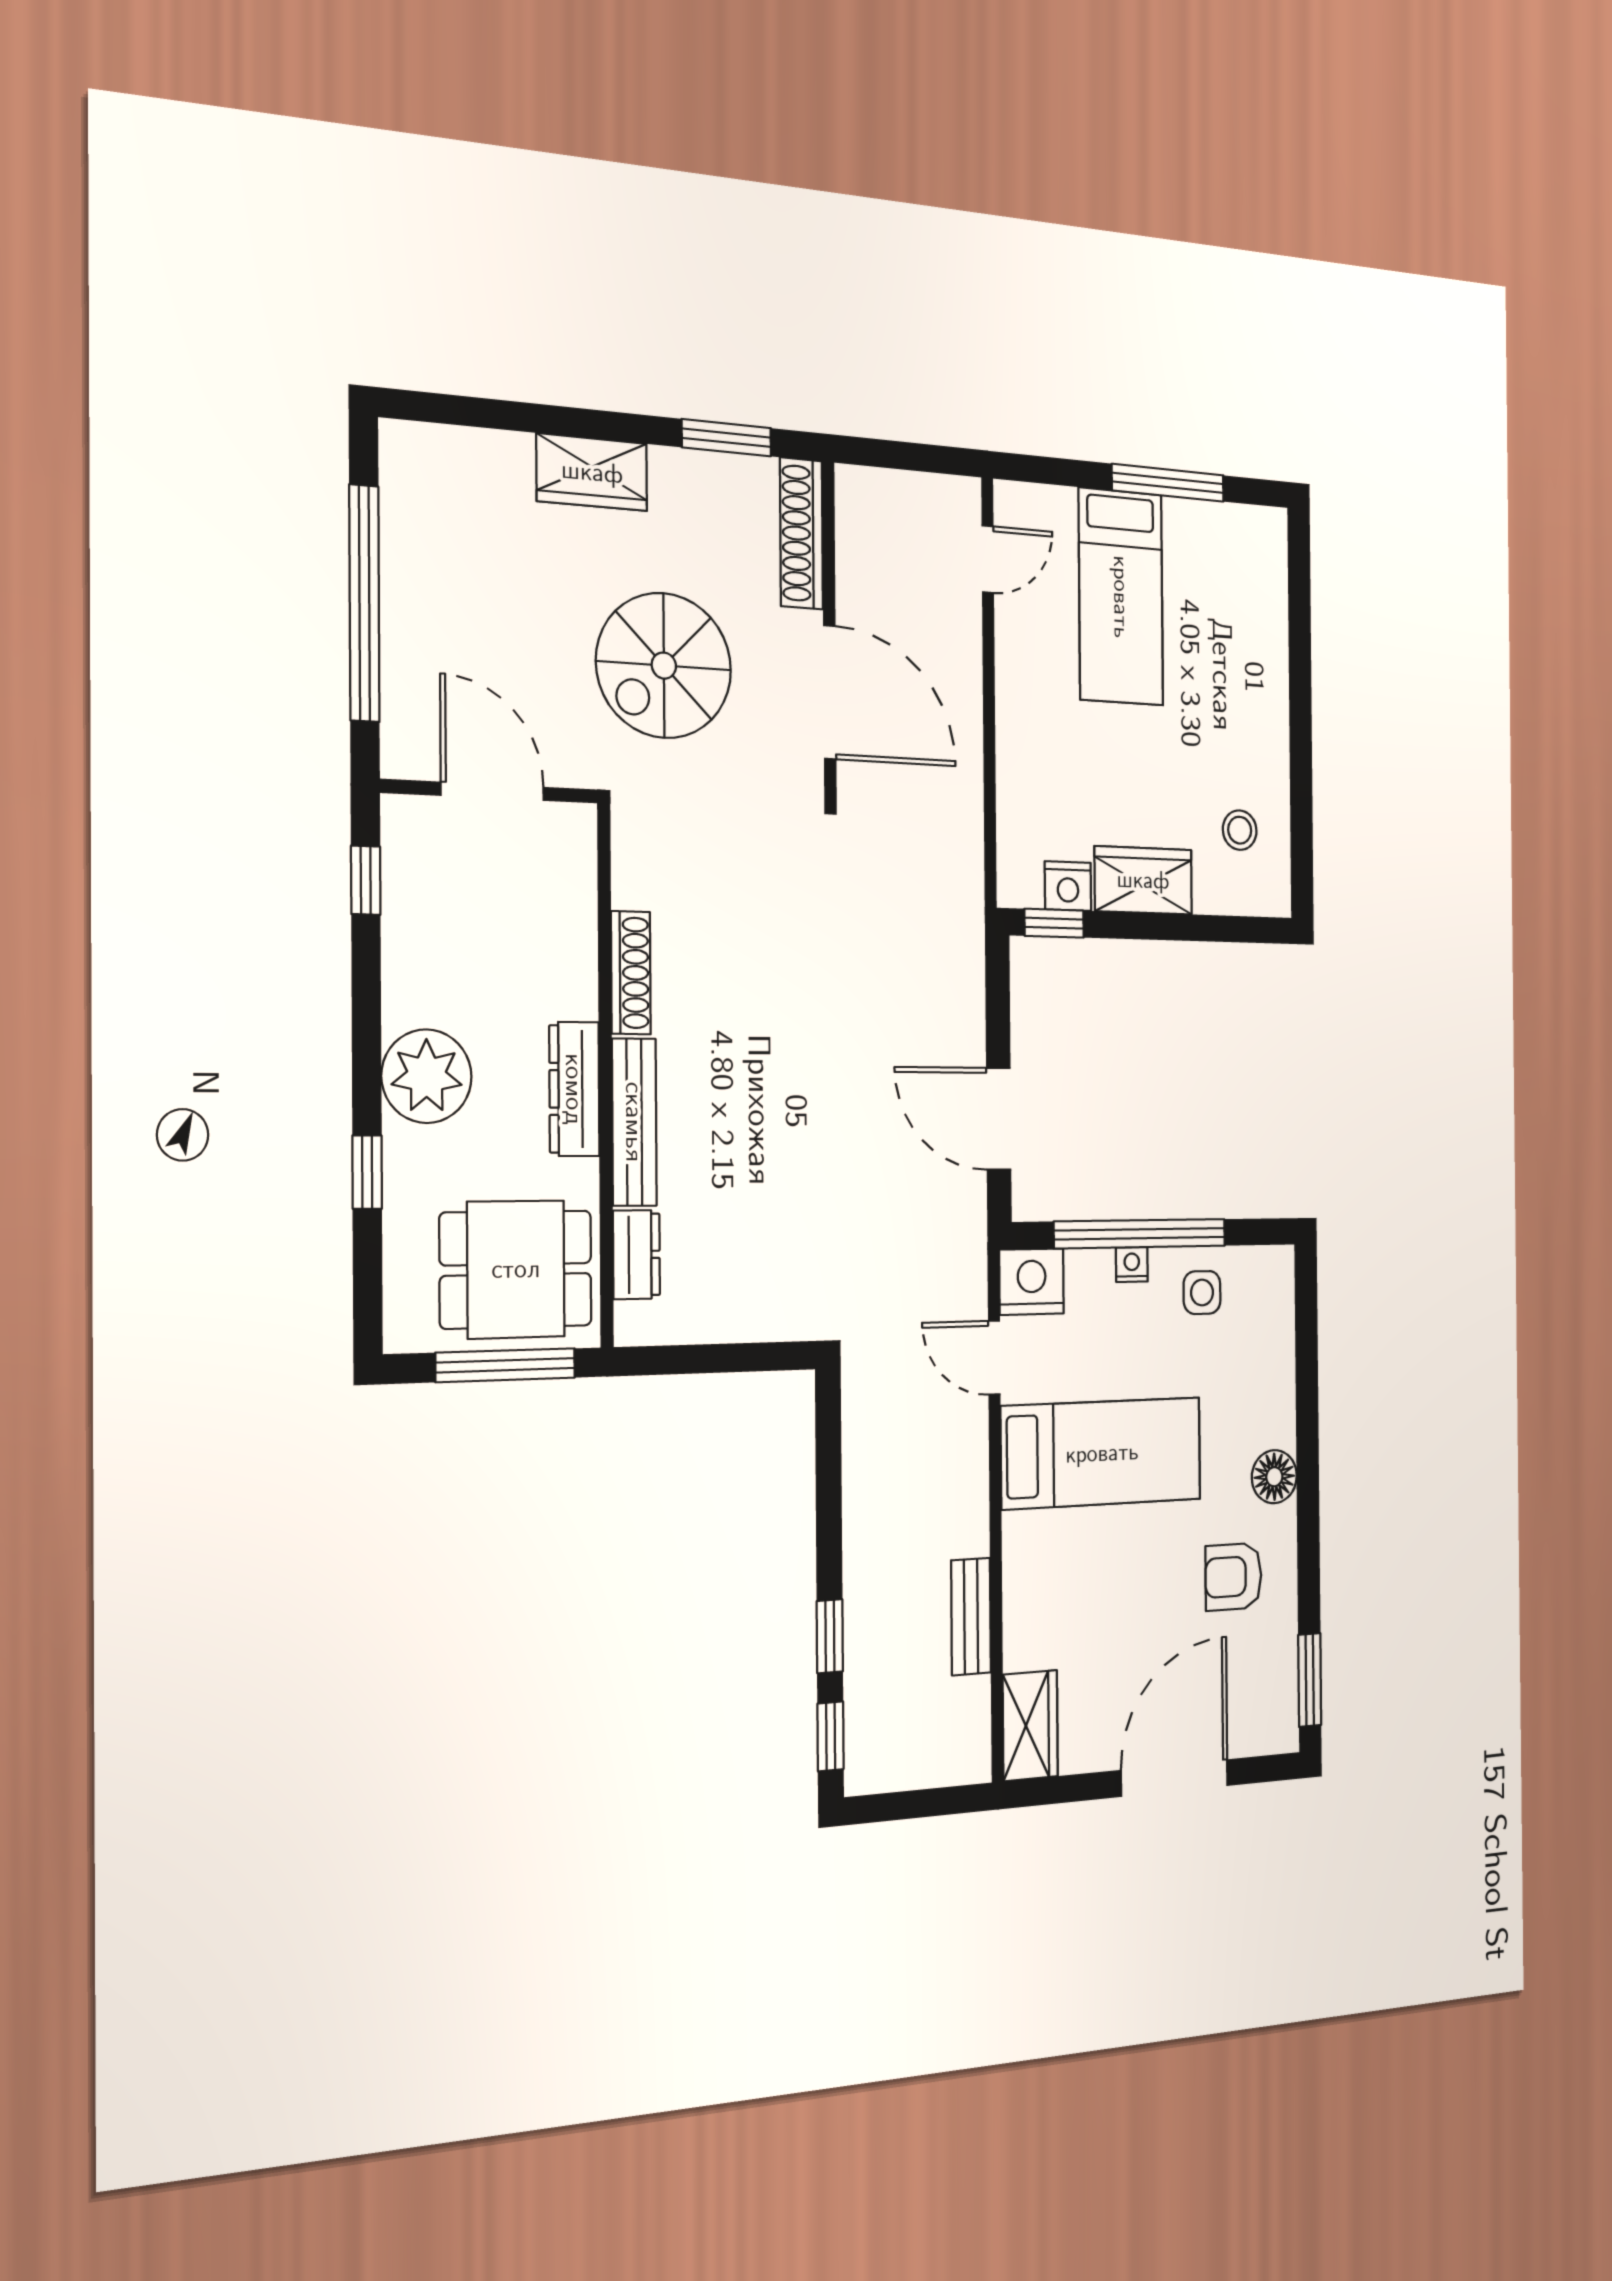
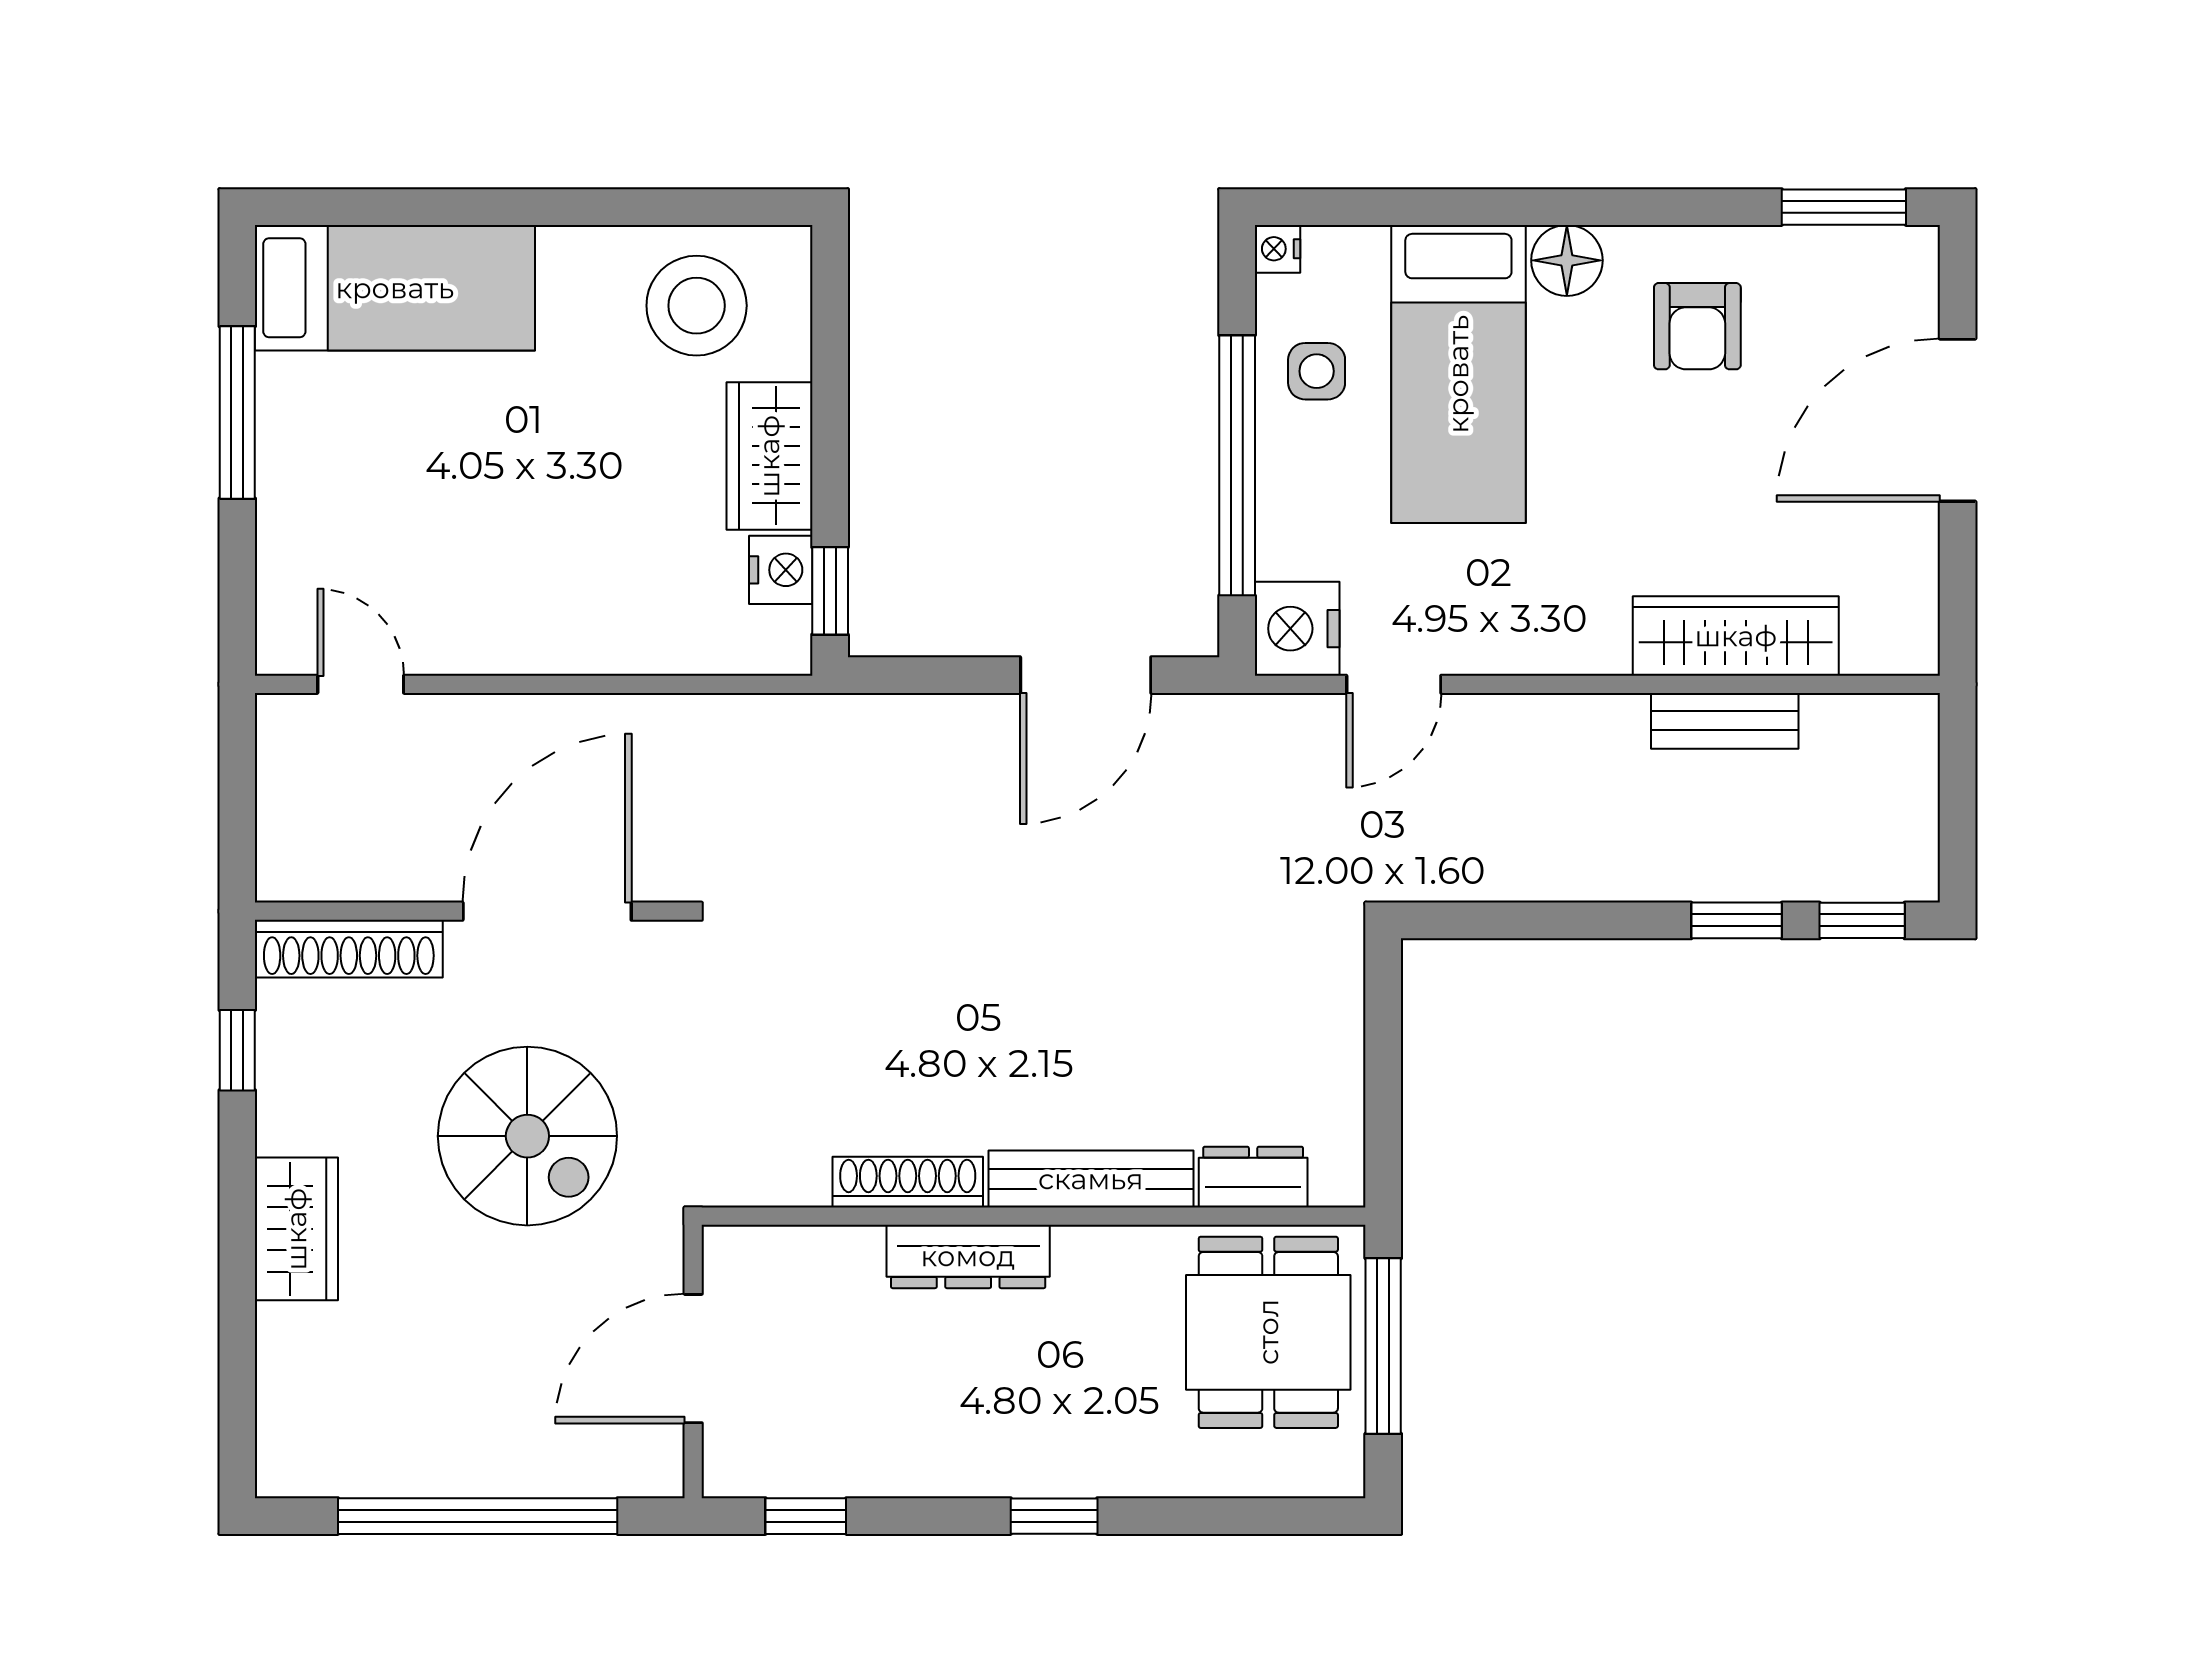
window: (726, 438) -> (237, 1050), width x0.67
bed: (1121, 597) -> (395, 288), moved
stool: (1240, 830) -> (697, 306), width x1.89, depth x1.89
plant: (427, 1076) -> (1037, 1443), removed
dresser: (574, 1089) -> (968, 1256), moved
window: (367, 1172) -> (1054, 1516), moved
nightstand: (1132, 1265) -> (1277, 249), moved
bed: (1102, 1453) -> (1458, 374), moved, turned 180
wardrobe: (1030, 1726) -> (1736, 636), moved, width x1.50
door: (1175, 1778) -> (1958, 420), hinge flipped

